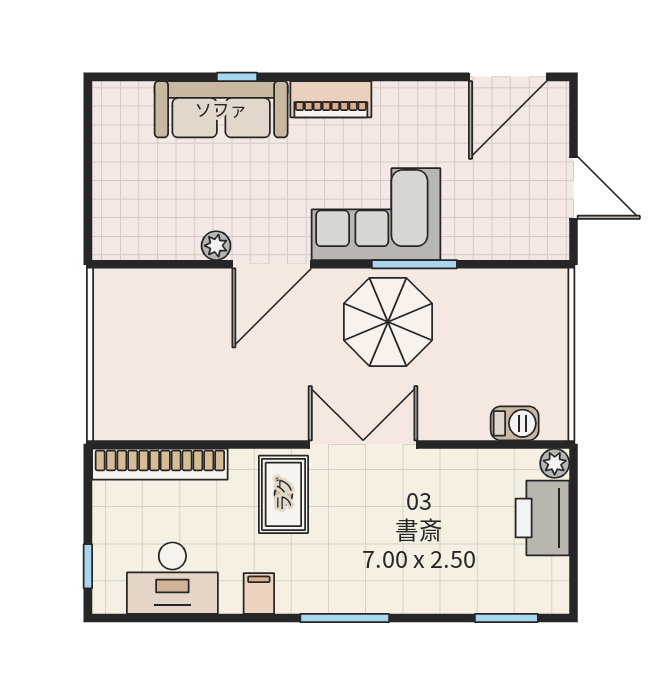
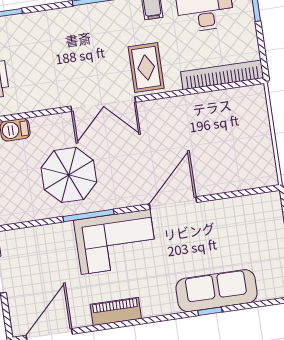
piano: (331, 99) -> (116, 311), moved
plant: (216, 246) -> (208, 209), removed
parasol: (388, 322) -> (69, 175), moved

